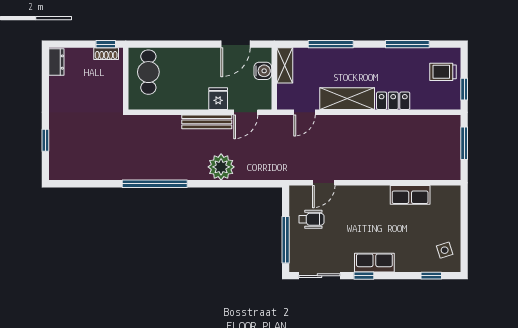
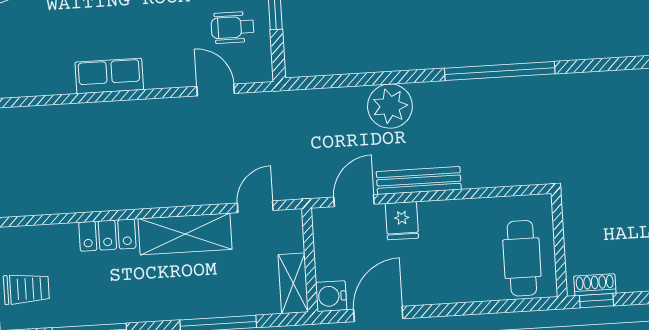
water cooler: (263, 71) -> (331, 296), moved
door: (324, 183) -> (216, 90), hinge flipped
row of seats: (410, 195) -> (109, 76), moved

